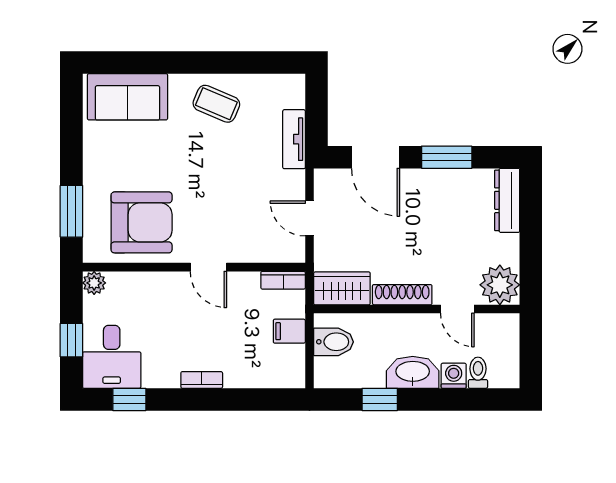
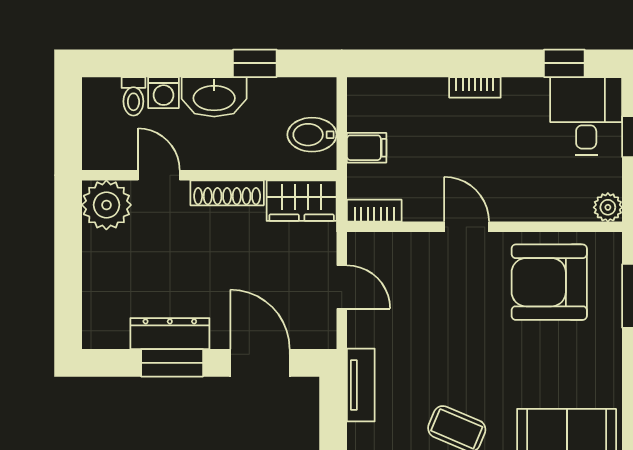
dresser: (507, 200) -> (170, 334), moved, turned -90

